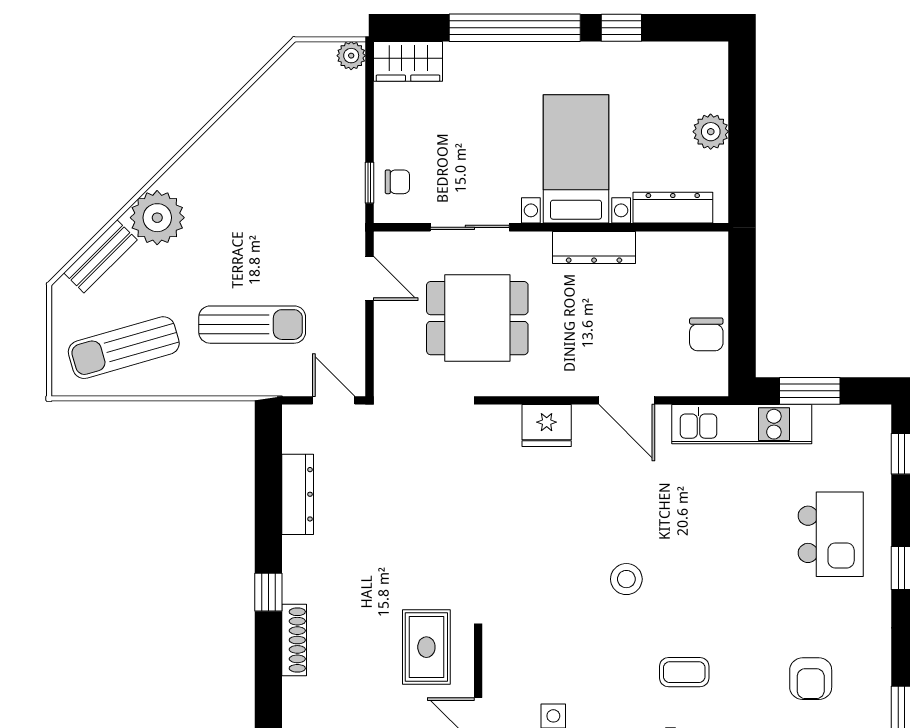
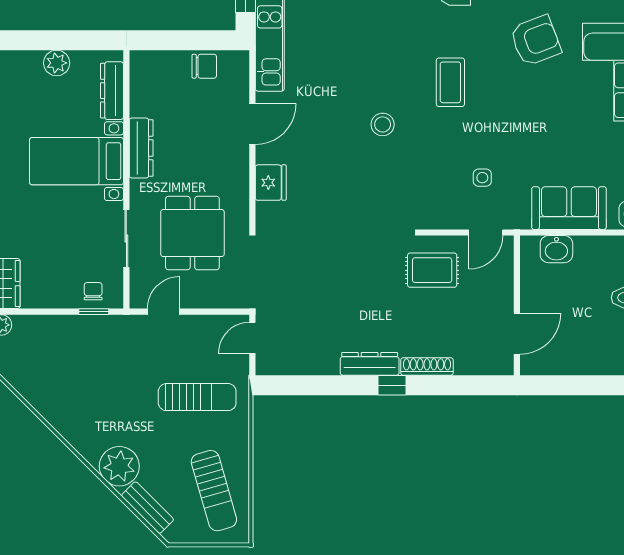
sun lounger: (252, 325) -> (197, 397), turned 90
dresser: (298, 494) -> (370, 364), moved
coffee table: (684, 672) -> (450, 82), width x1.36, depth x1.30

